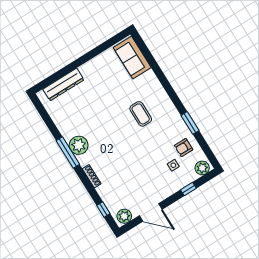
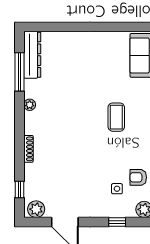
dresser: (63, 85) -> (32, 55), moved, turned -90
plant: (79, 145) -> (30, 105), width x0.53, depth x0.53
window: (68, 152) -> (19, 72), moved

